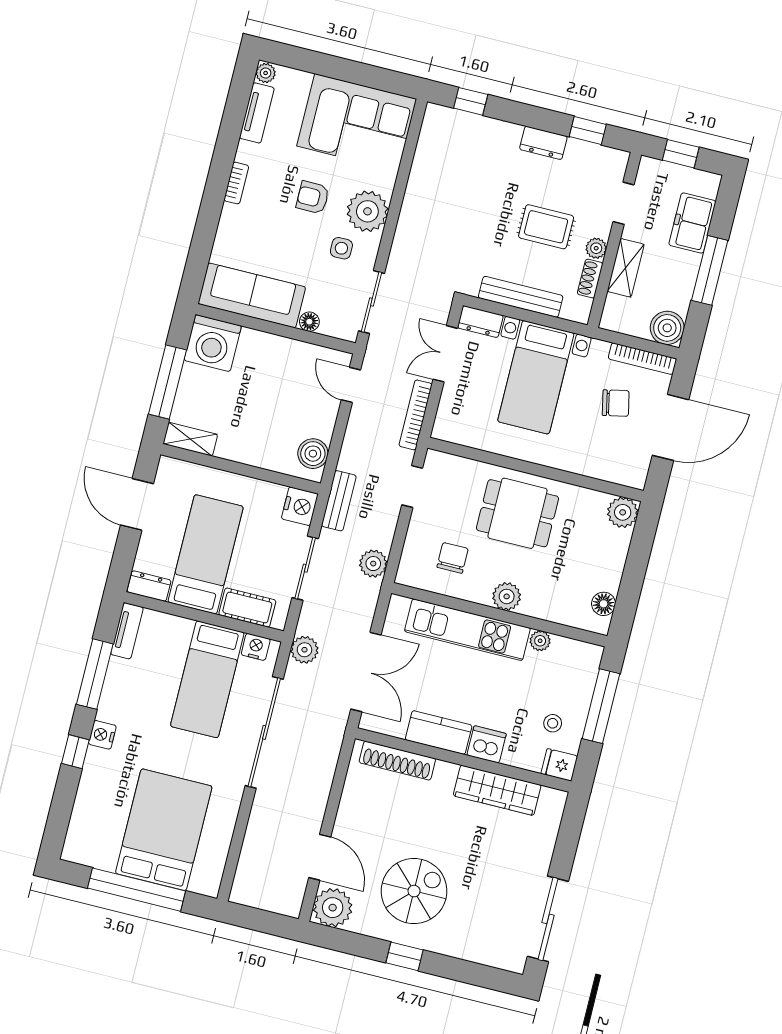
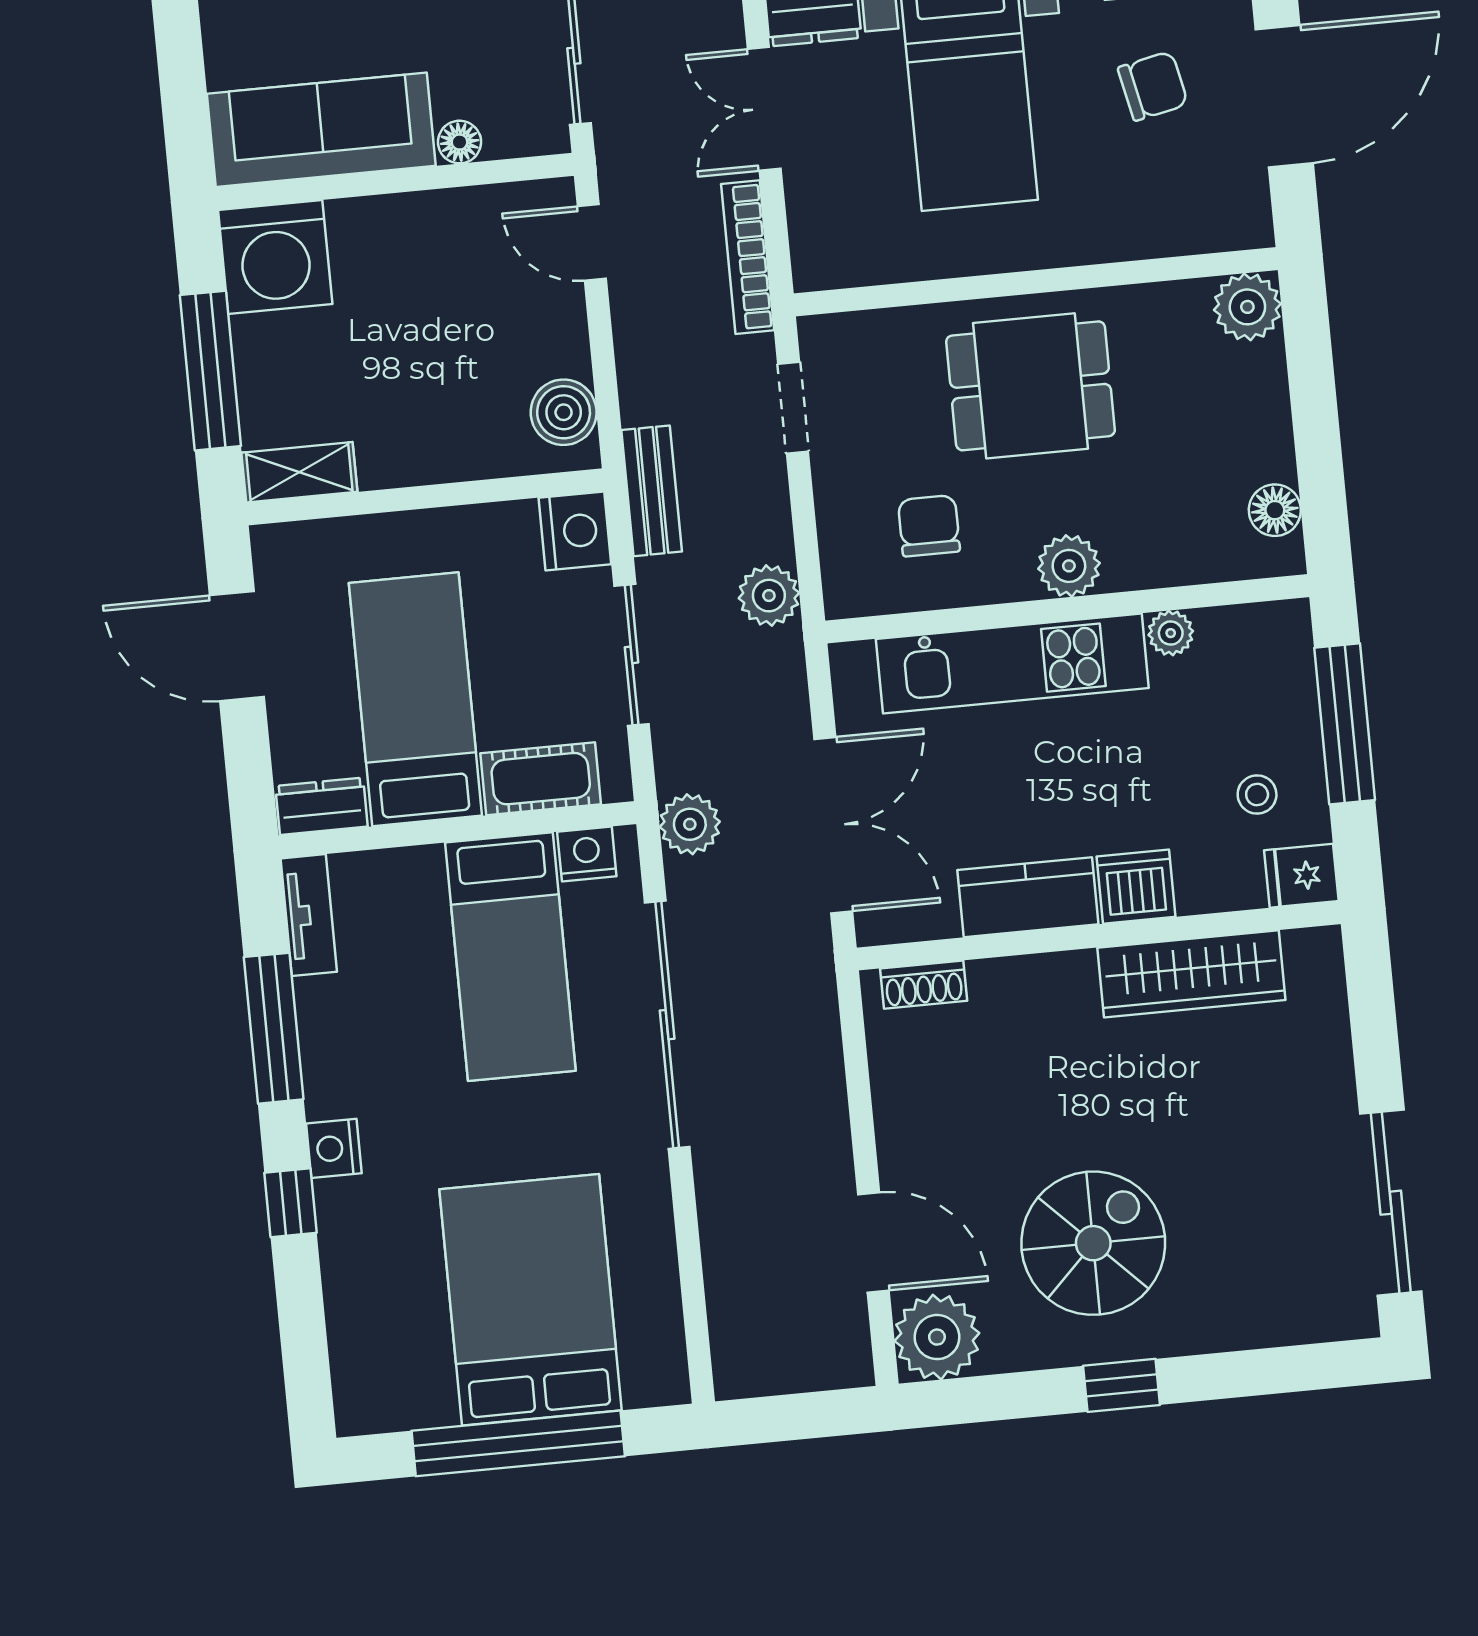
shoe rack: (397, 761) -> (924, 985), width x0.51, depth x0.81

